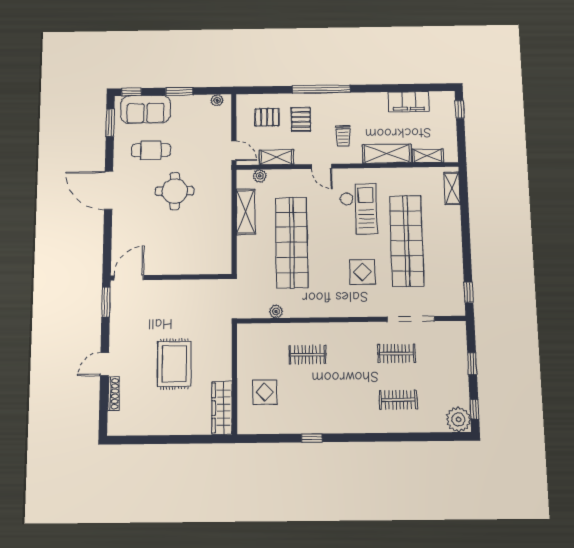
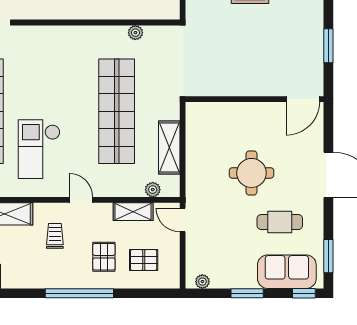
display table: (363, 272) -> (37, 76), removed
wall: (171, 277) -> (255, 99), moved
door: (129, 278) -> (303, 99), moved

